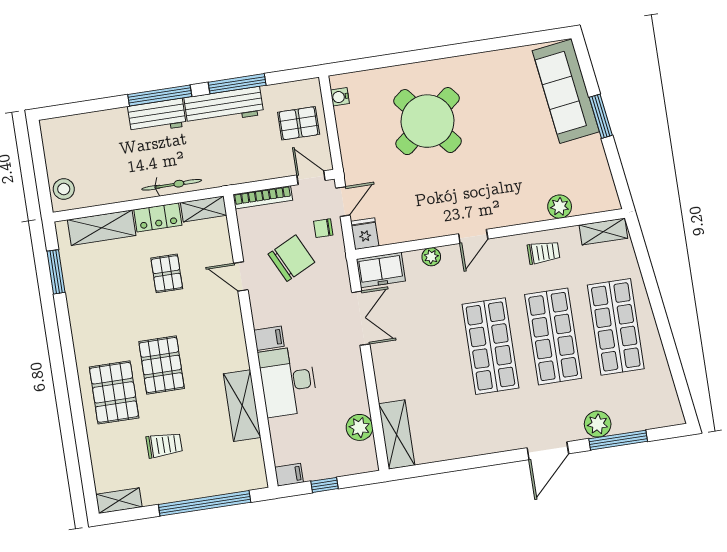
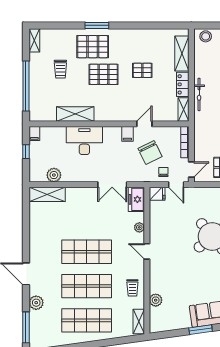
window: (56, 272) -> (97, 25), moved
pallet: (167, 273) -> (142, 70), moved
filing cabinet: (269, 338) -> (127, 134), moved
window: (618, 440) -> (26, 327), moved

